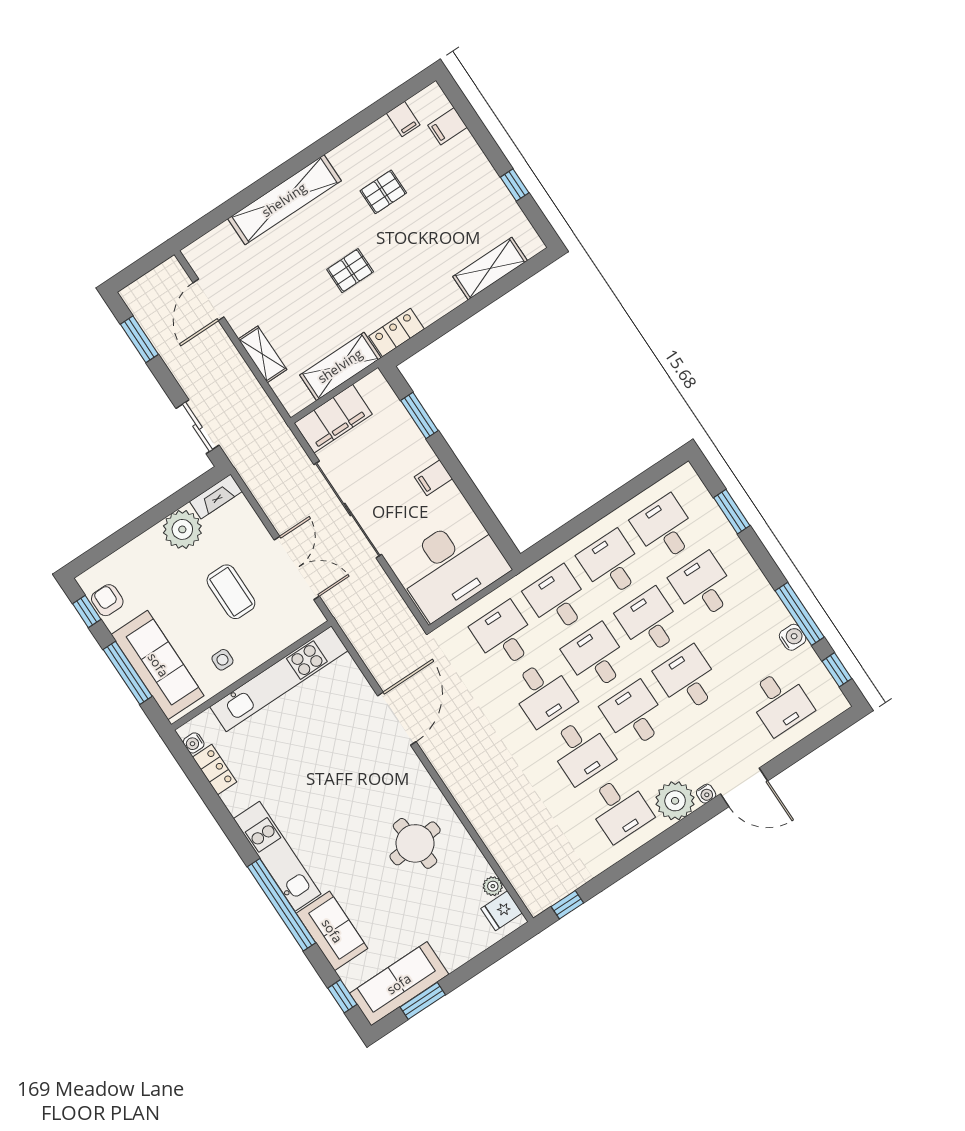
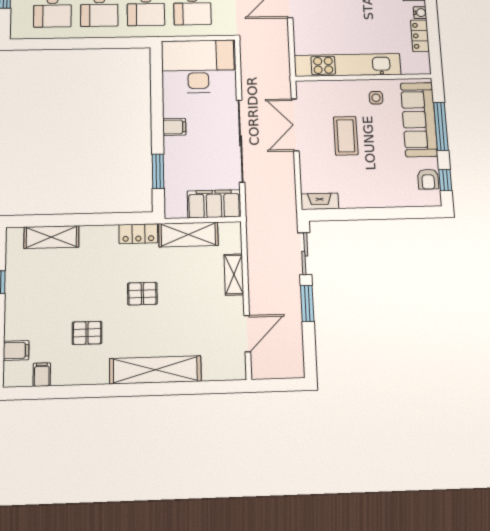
window: (139, 339) -> (307, 303), moved
plant: (182, 529) -> (354, 194), removed
water cooler: (194, 743) -> (420, 13), moved

